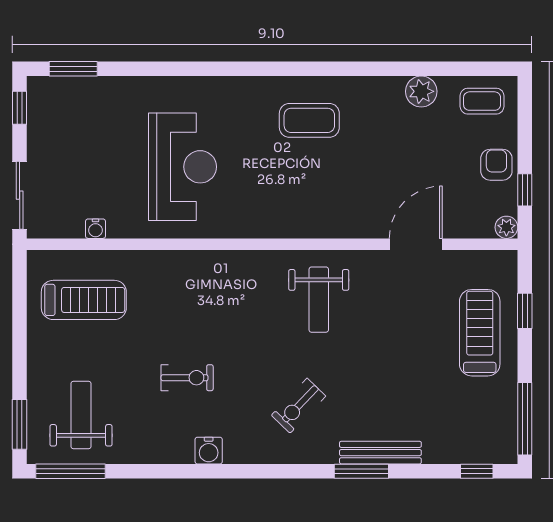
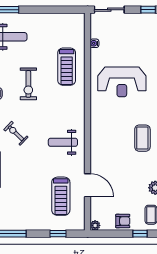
window: (525, 190) -> (140, 234), moved
treadmill: (84, 300) -> (67, 67), moved
treadmill: (480, 333) -> (61, 196), moved, turned 90
exercise bike: (187, 378) -> (28, 84), width x1.38, depth x1.39

